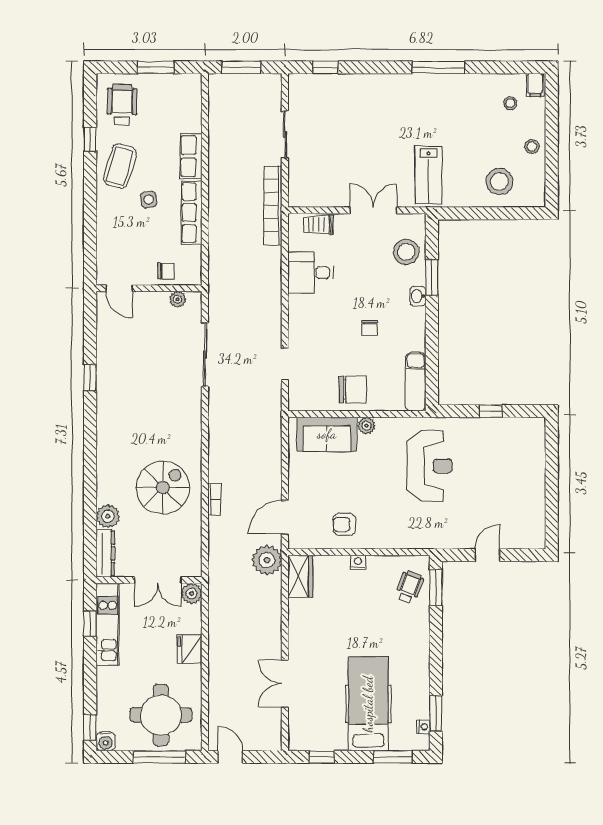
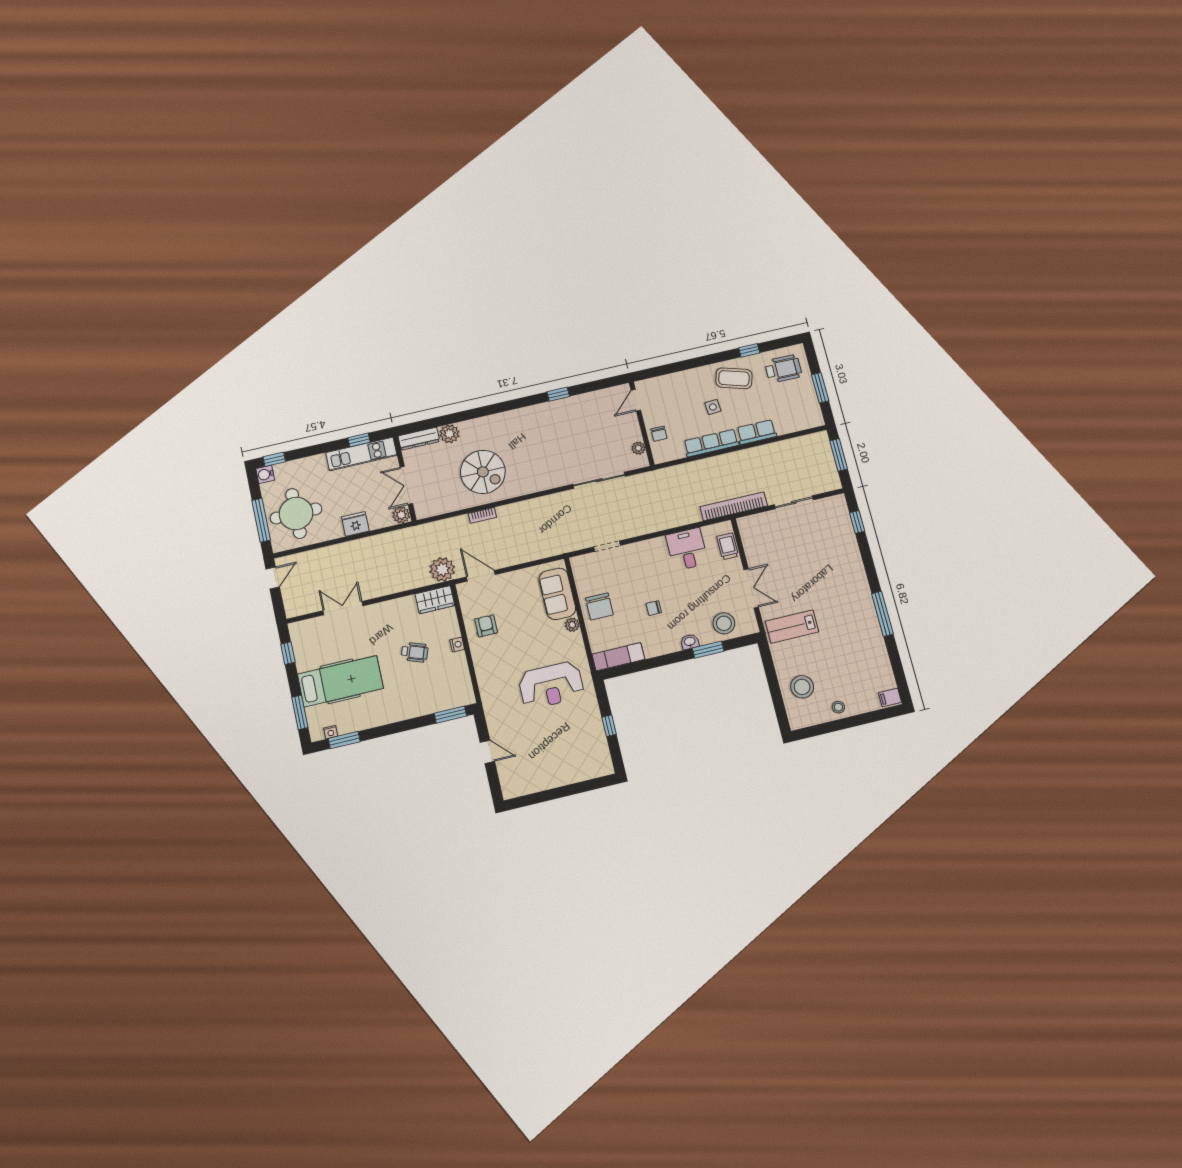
stool: (510, 103) -> (869, 680), removed
wheelchair: (409, 587) -> (415, 652), moved

